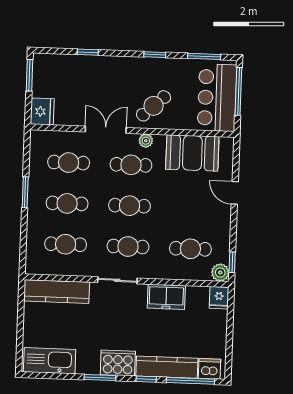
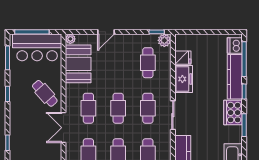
plant: (146, 141) -> (70, 39), moved
fridge: (219, 298) -> (183, 58), moved

